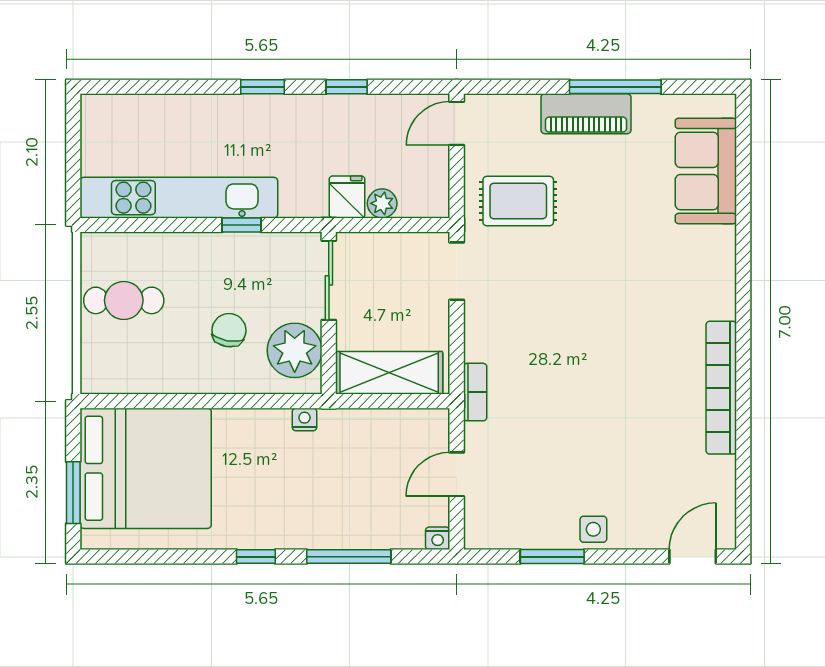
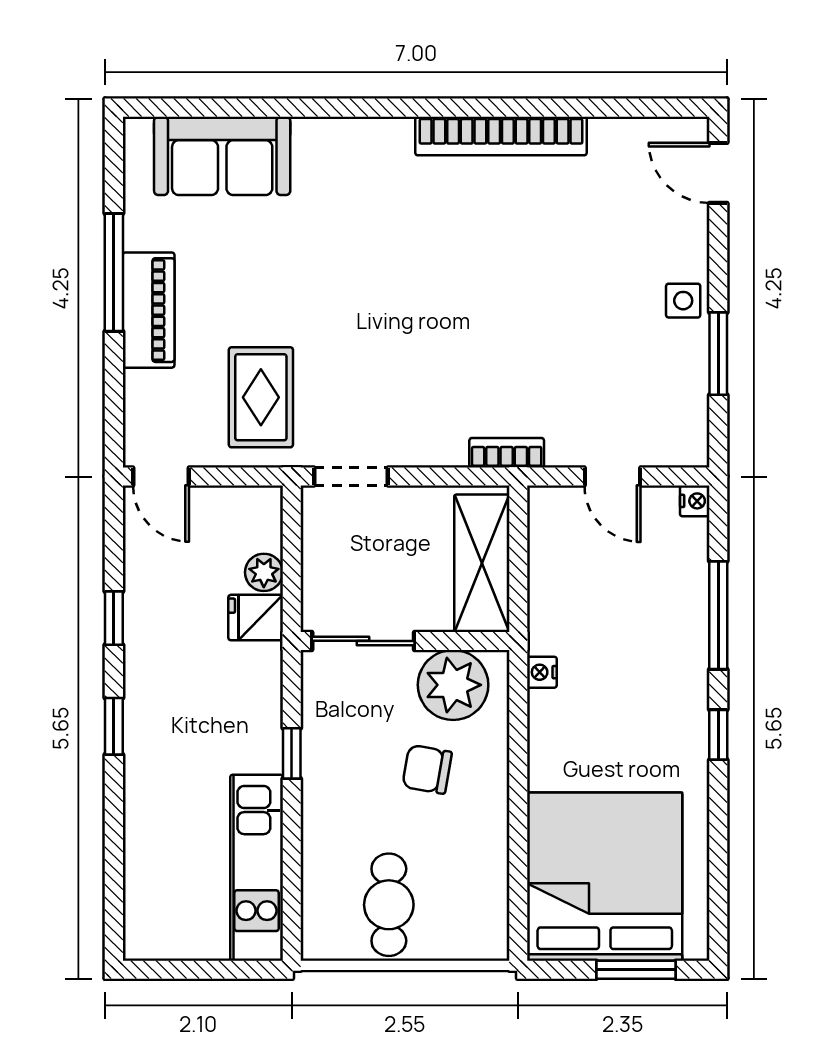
kitchen unit: (179, 198) -> (257, 868), width x0.73

